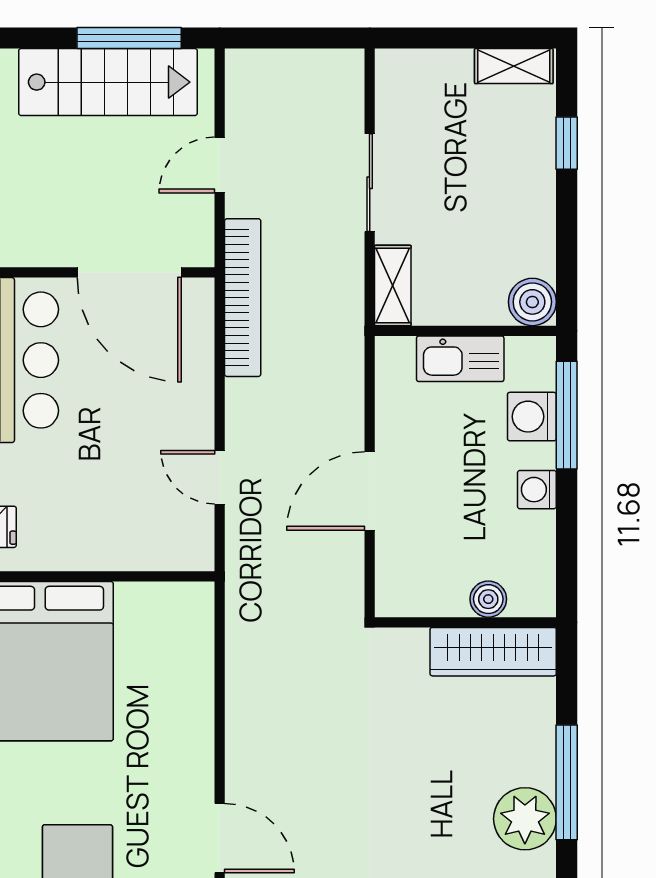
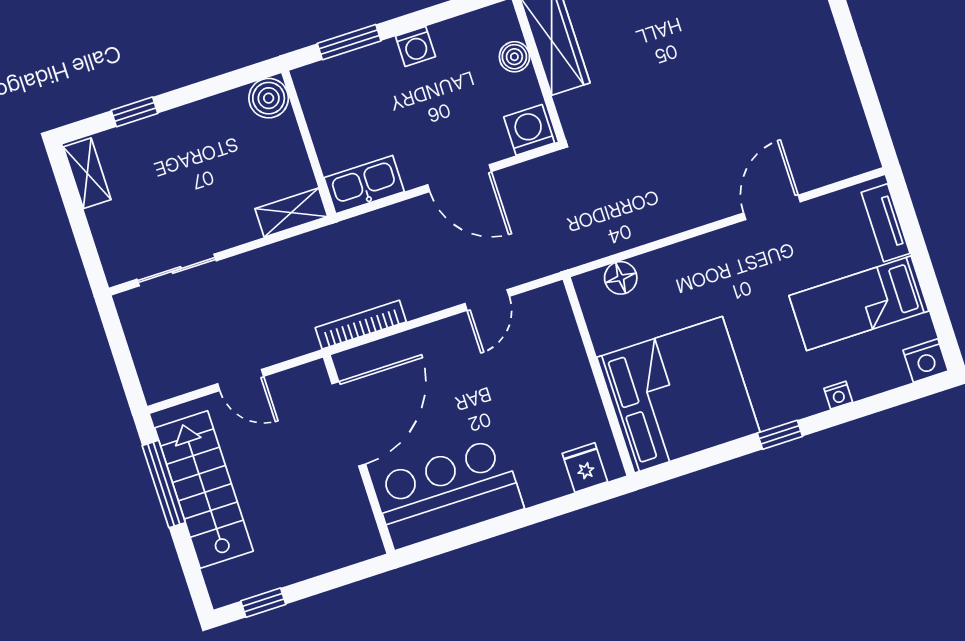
sliding door: (370, 183) -> (177, 270), moved
bookcase: (243, 298) -> (361, 325), width x0.68, depth x0.76
kitchen sink: (460, 359) -> (364, 185), moved, turned -90
window: (567, 415) -> (349, 42), width x0.69
washing machine: (532, 417) -> (529, 130), moved, turned 180
floor lamp: (195, 639) -> (621, 278), added

